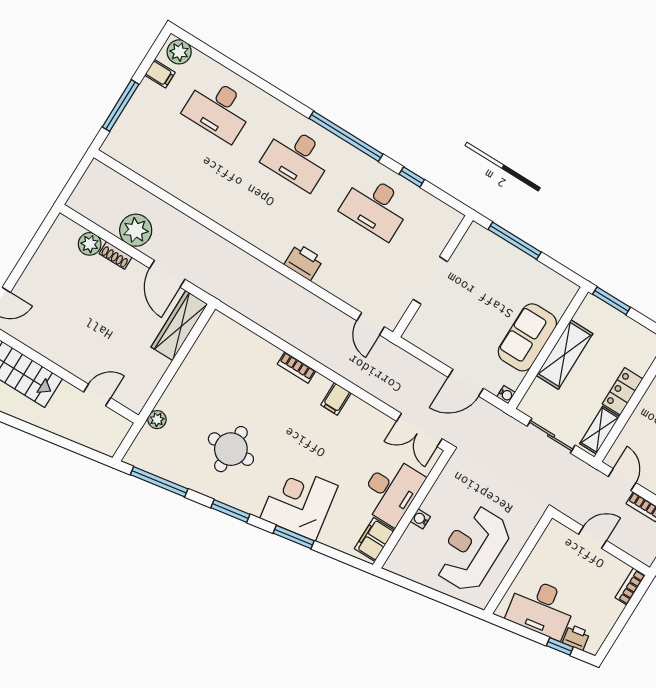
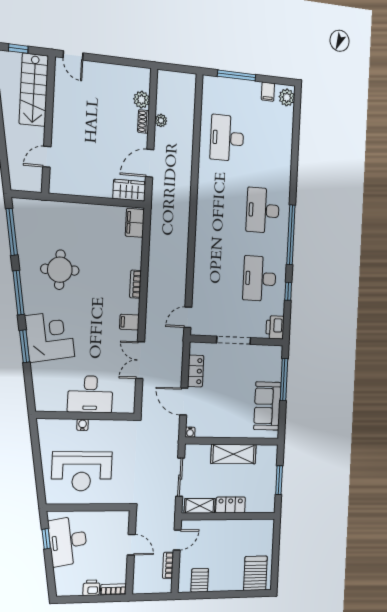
desk: (218, 109) -> (227, 138), moved
plant: (136, 230) -> (161, 120), width x0.53, depth x0.53
printer: (304, 262) -> (275, 327), moved, turned 180
window: (612, 301) -> (279, 480), moved
wardrobe: (179, 326) -> (129, 190), width x0.67
sofa: (527, 337) -> (267, 406), moved, turned -90
locker: (439, 348) -> (196, 371), added
door: (97, 395) -> (47, 157), swing flipped
plant: (157, 420) -> (52, 208), removed
double door: (419, 430) -> (140, 360), moved
window: (230, 511) -> (19, 293), width x1.44
filing cabinet: (374, 539) -> (135, 223), moved, turned -90
reception desk: (472, 549) -> (82, 471), turned 180
printer: (576, 637) -> (91, 588), moved, turned -81
window: (560, 646) -> (46, 539), moved

